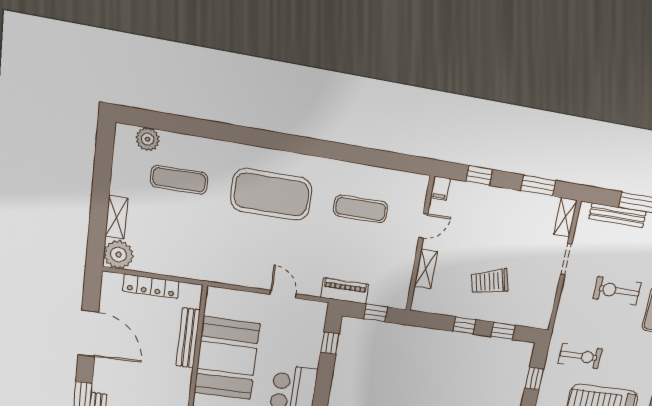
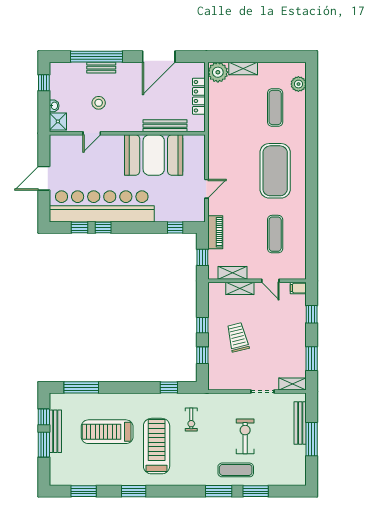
shelving: (404, 276) -> (233, 273), added
exercise bike: (580, 356) -> (191, 420), width x0.73, depth x0.72

